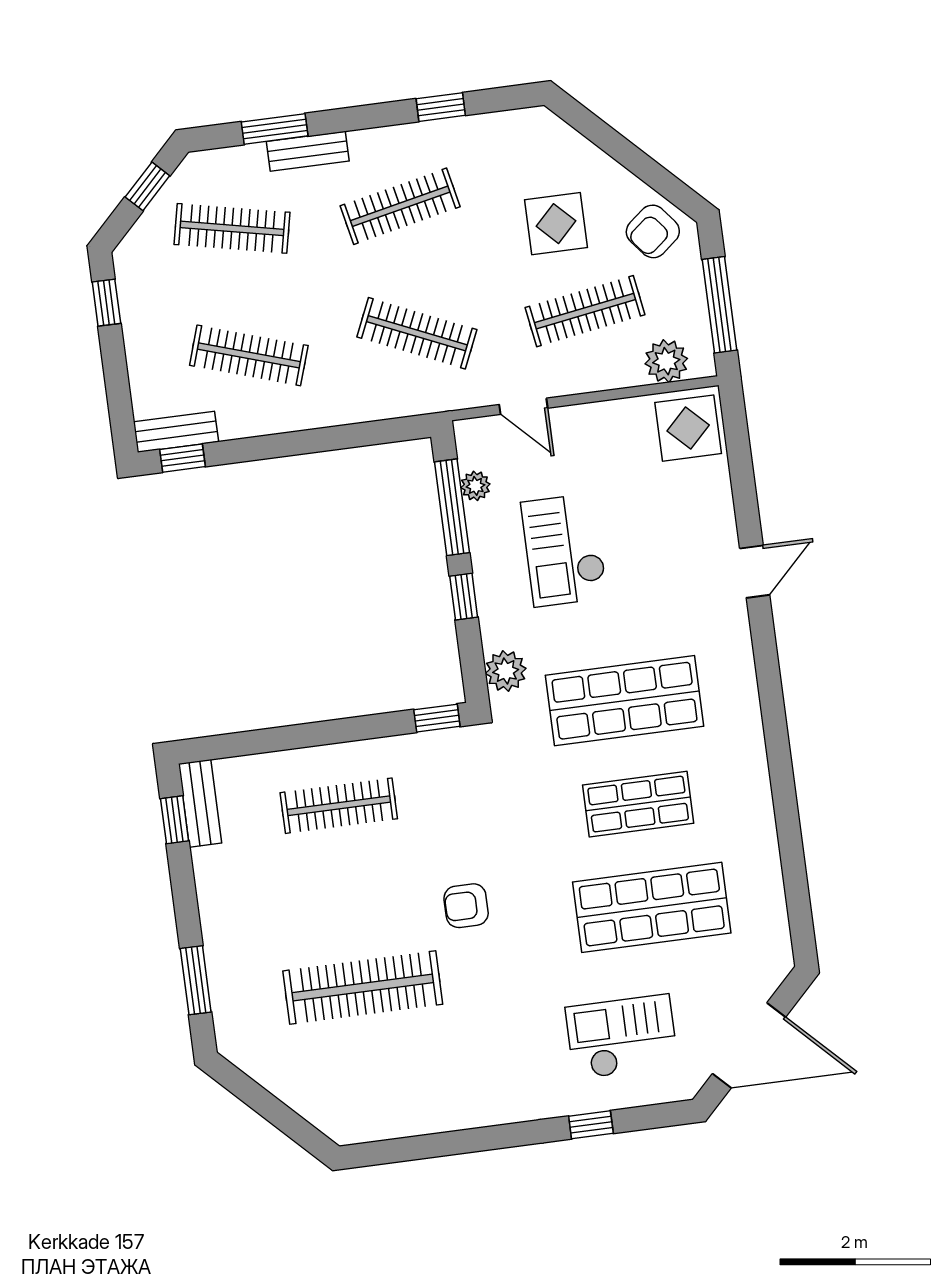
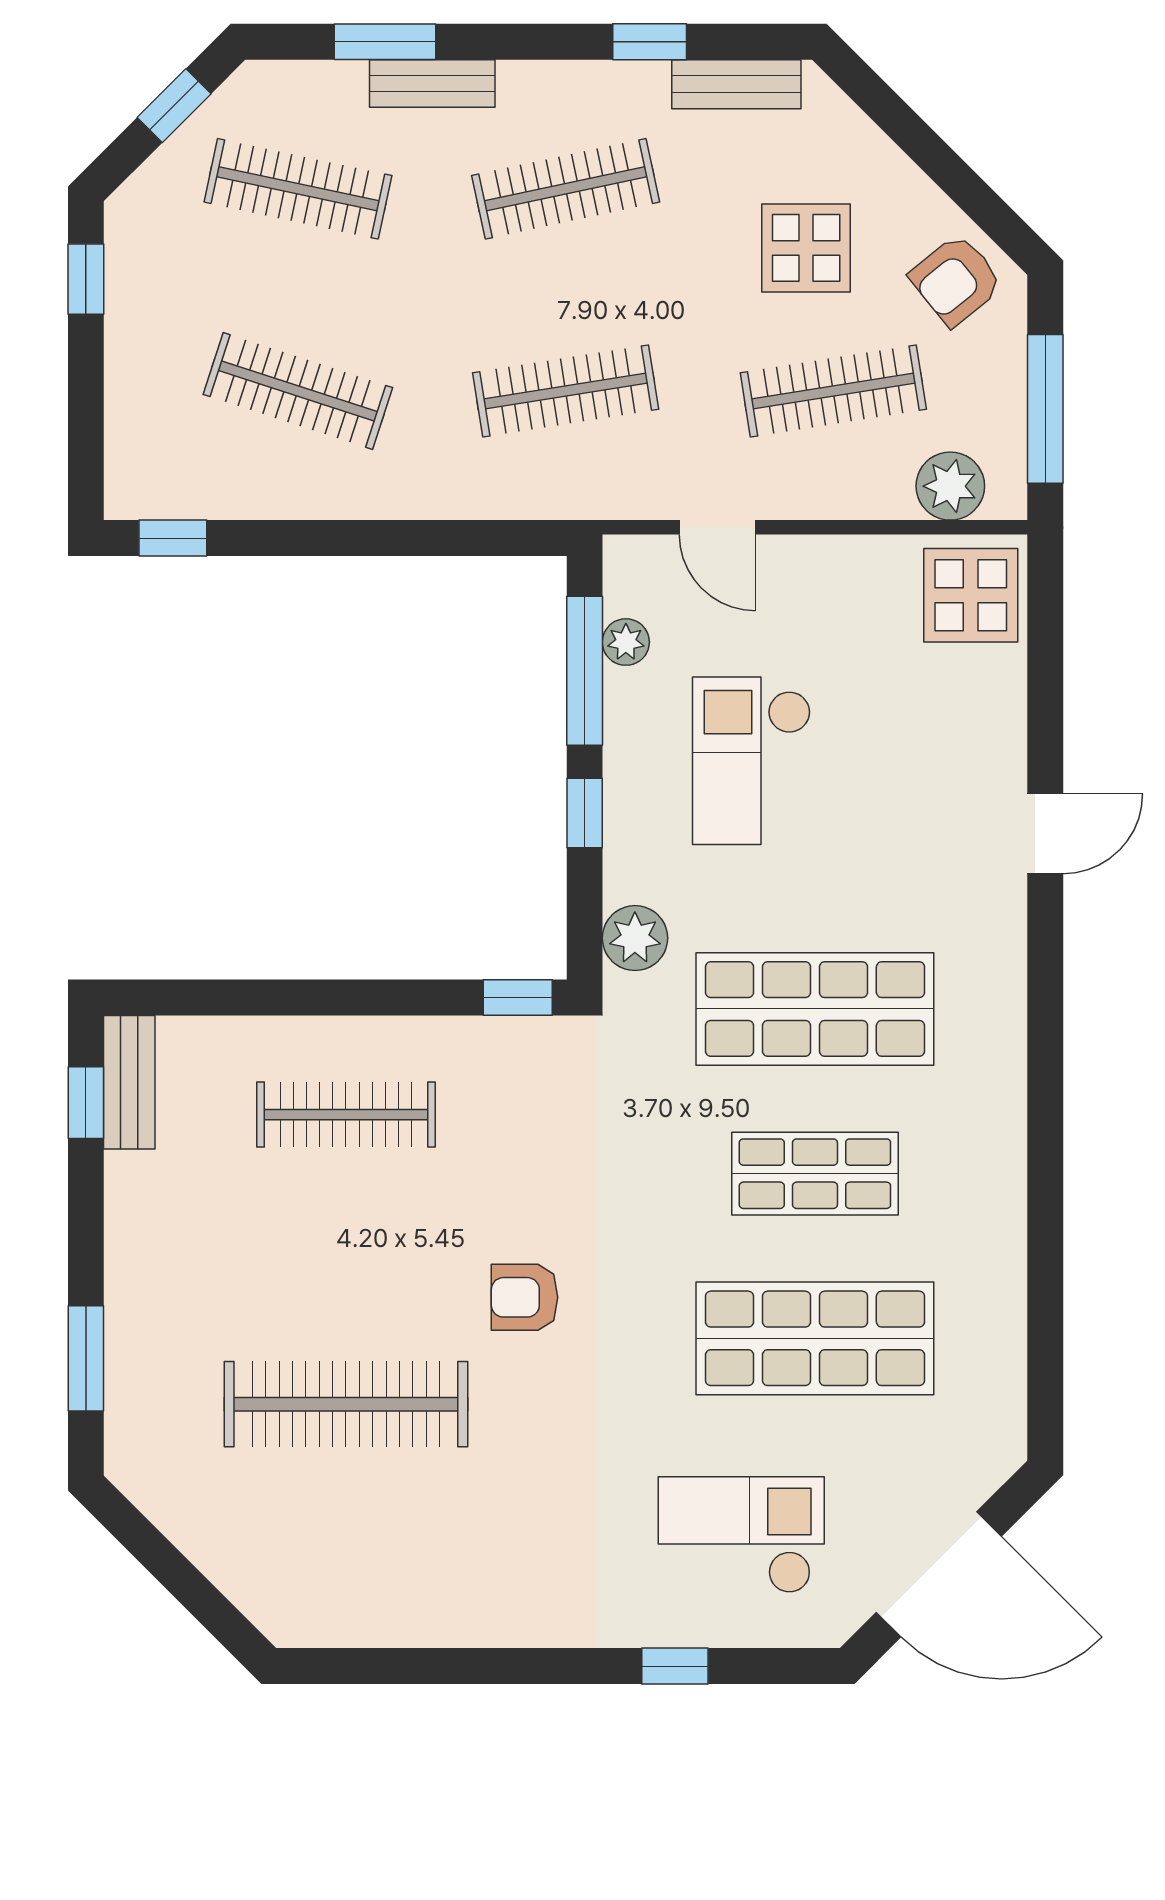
clothes rail: (417, 333) -> (566, 391), turned -33
bench: (176, 432) -> (736, 84), moved

